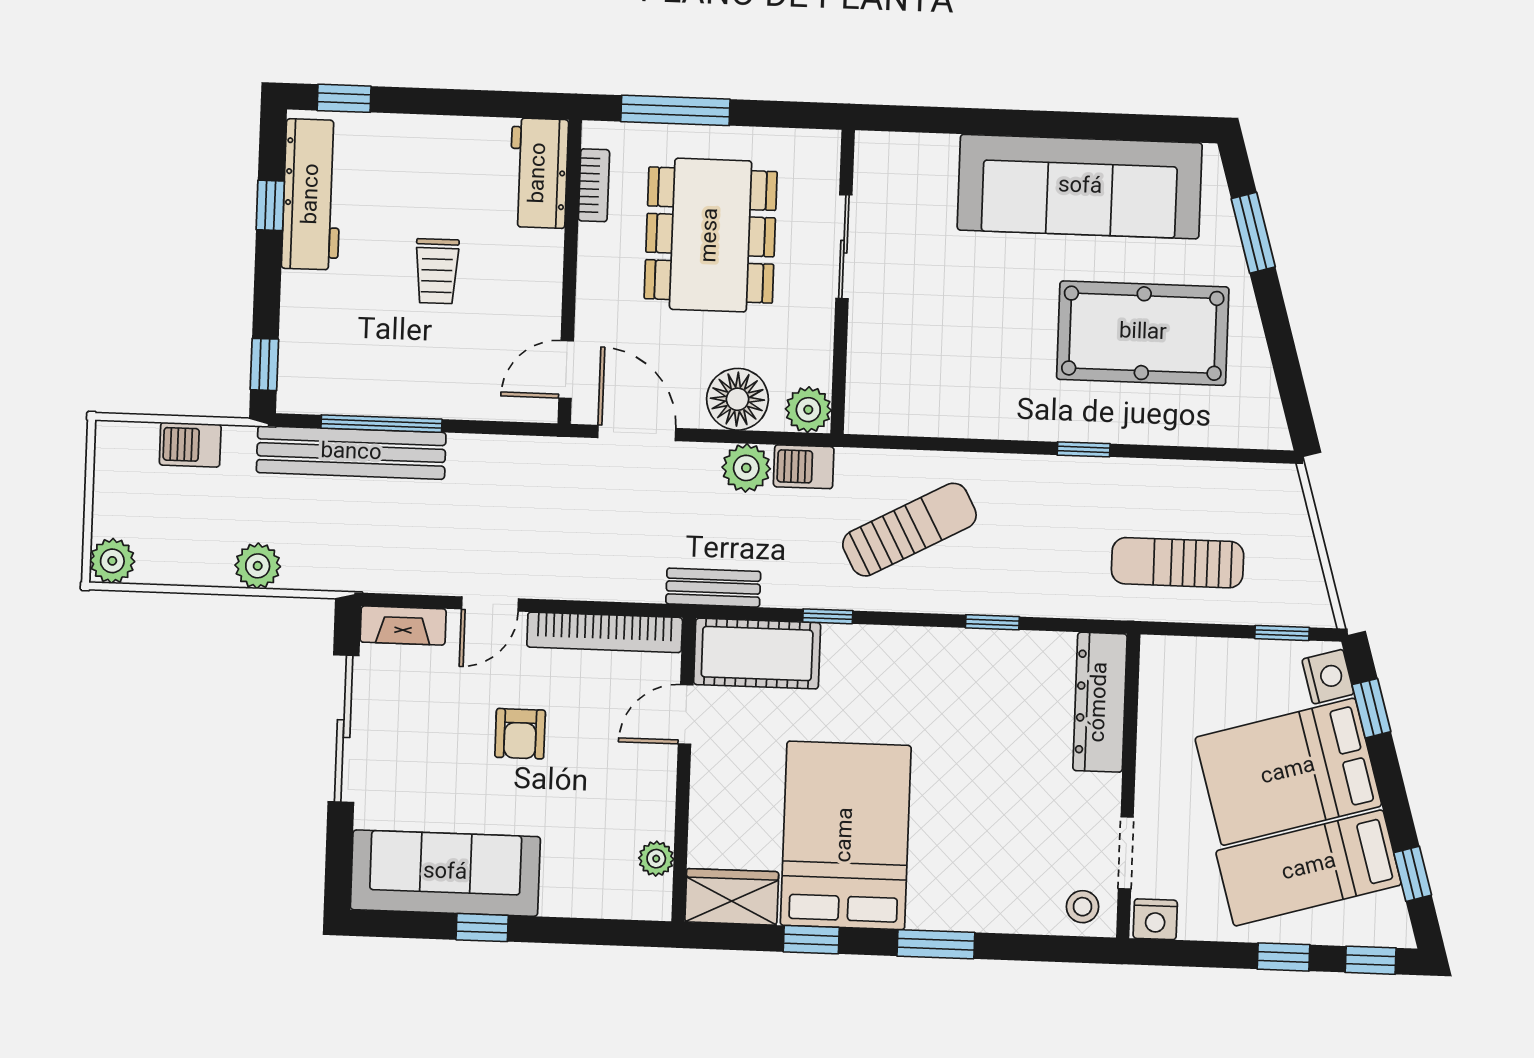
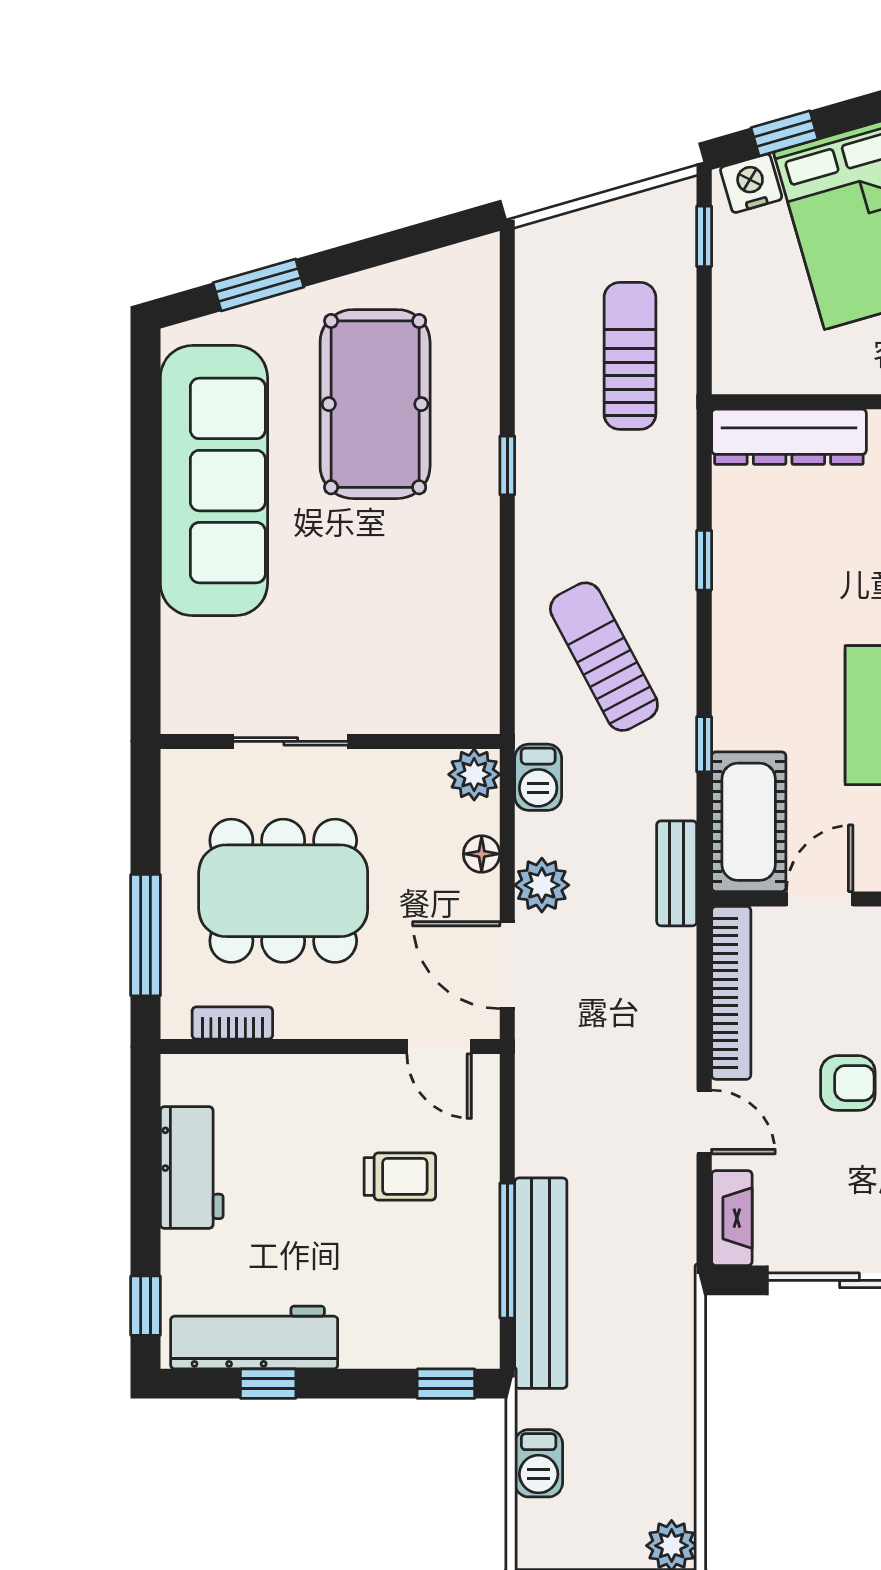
workbench: (539, 173) -> (192, 1167), moved, turned -90
trolley: (437, 271) -> (400, 1176), moved
floor lamp: (737, 399) -> (482, 854), width x0.53, depth x0.53
door: (637, 433) -> (507, 965), hinge flipped
plant: (746, 468) -> (542, 885), moved
sun lounger: (1178, 563) -> (630, 356), turned 180
plant: (258, 566) -> (671, 1383), removed
door: (686, 714) -> (820, 899), swing flipped

